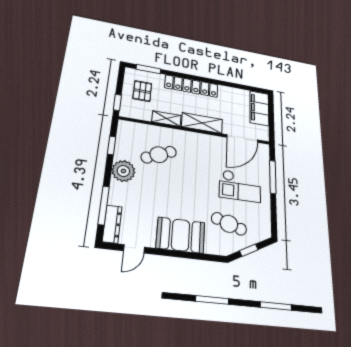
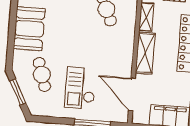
cafe table: (229, 224) -> (42, 75), turned -36
window: (249, 250) -> (18, 92), width x1.50

